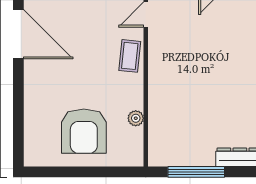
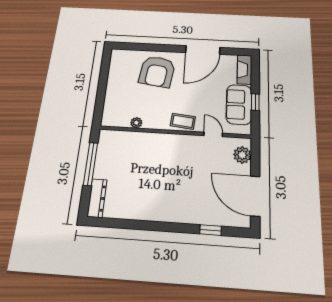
armchair: (84, 131) -> (157, 72), moved, turned -82

